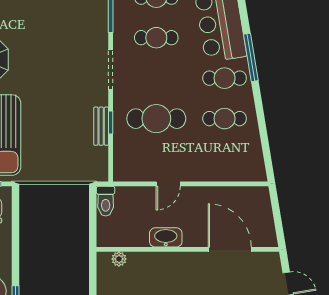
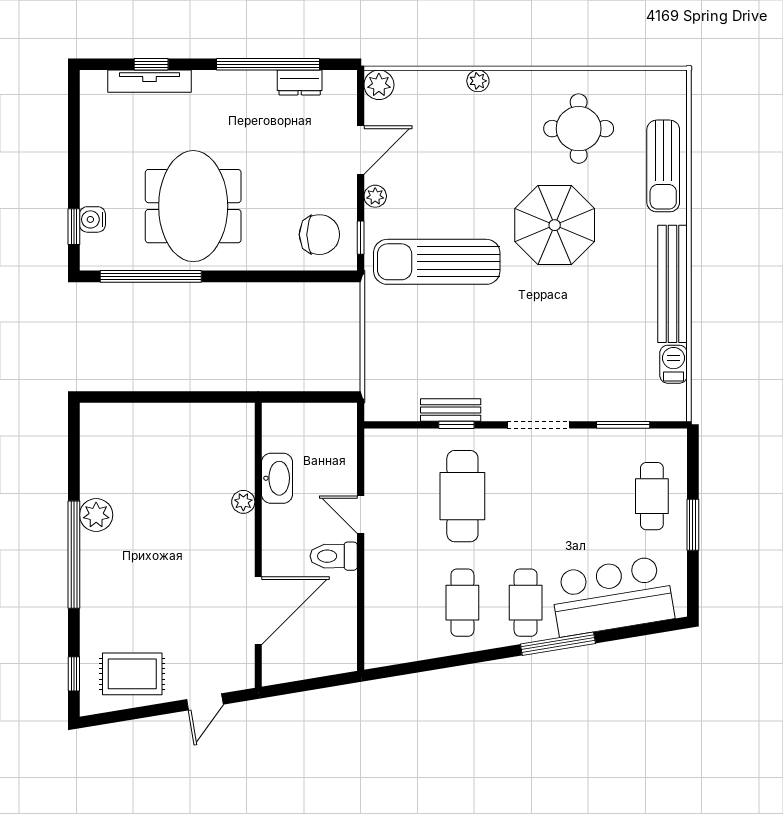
cafe table: (156, 38) -> (589, 496), removed
toilet: (106, 201) -> (334, 556), moved
washbasin: (166, 237) -> (277, 478), moved
plant: (119, 259) -> (243, 502), moved

